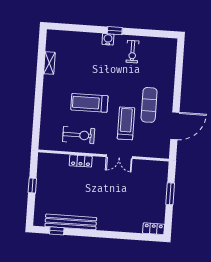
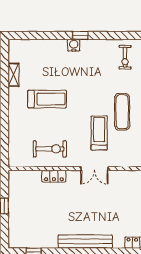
exercise bike: (132, 52) -> (125, 57), moved
treadmill: (89, 103) -> (47, 99), moved, turned 180
bench: (71, 222) -> (85, 242), moved

